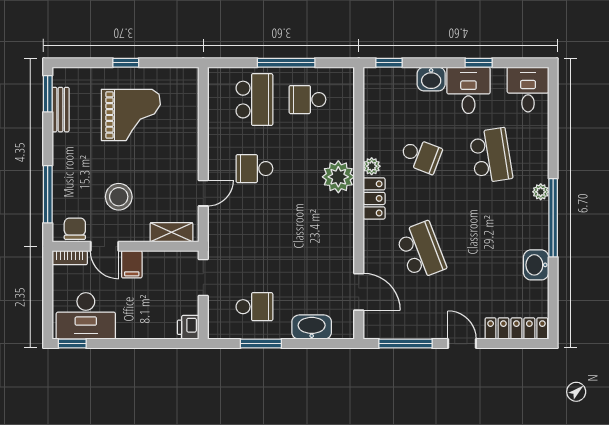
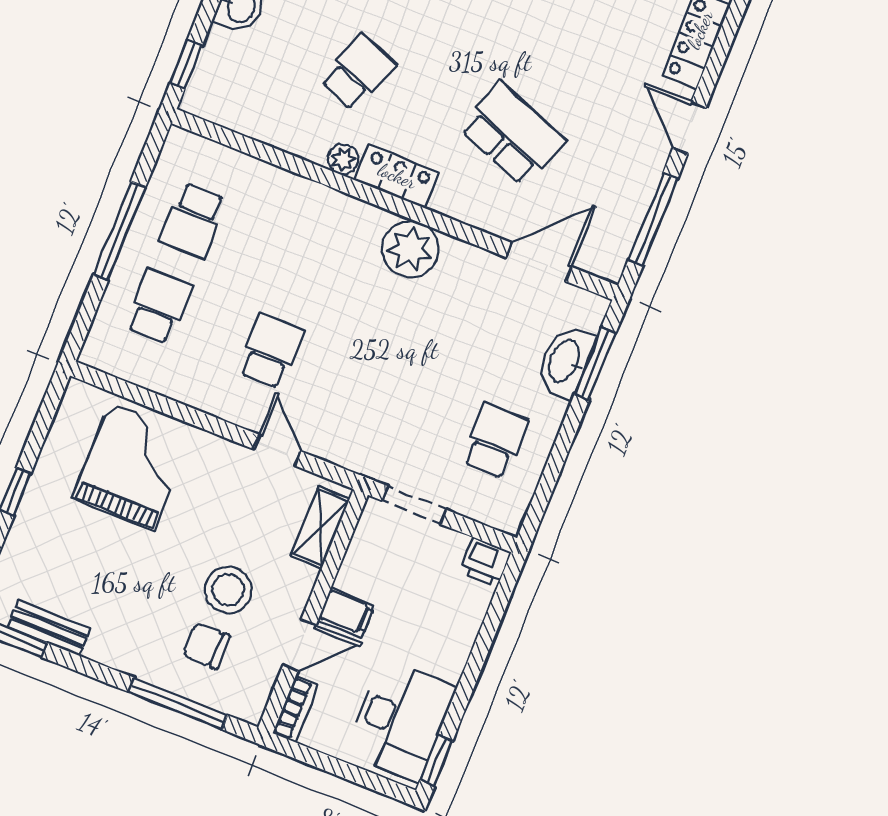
school desk: (254, 100) -> (159, 306), width x0.54
grand piano: (131, 115) -> (132, 467), moved
school desk: (254, 169) -> (271, 351), turned 180
plant: (338, 177) -> (410, 249), moved
chair: (75, 229) -> (206, 646), moved
school desk: (421, 251) -> (512, 134), turned 42
window: (261, 344) -> (595, 363), moved
door: (462, 344) -> (689, 128), hinge flipped

